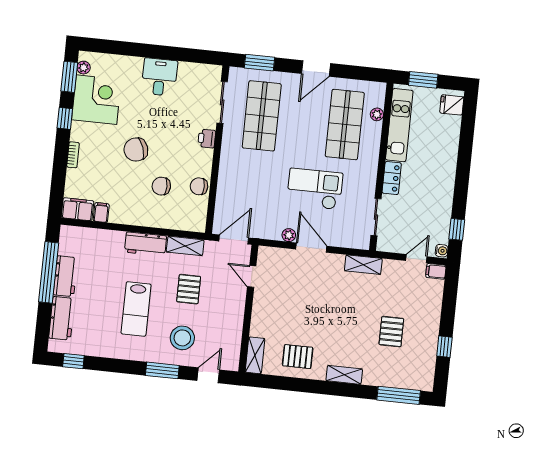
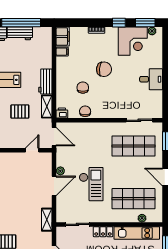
printer: (207, 139) -> (62, 113), moved
chair: (136, 150) -> (104, 69), turned 115

